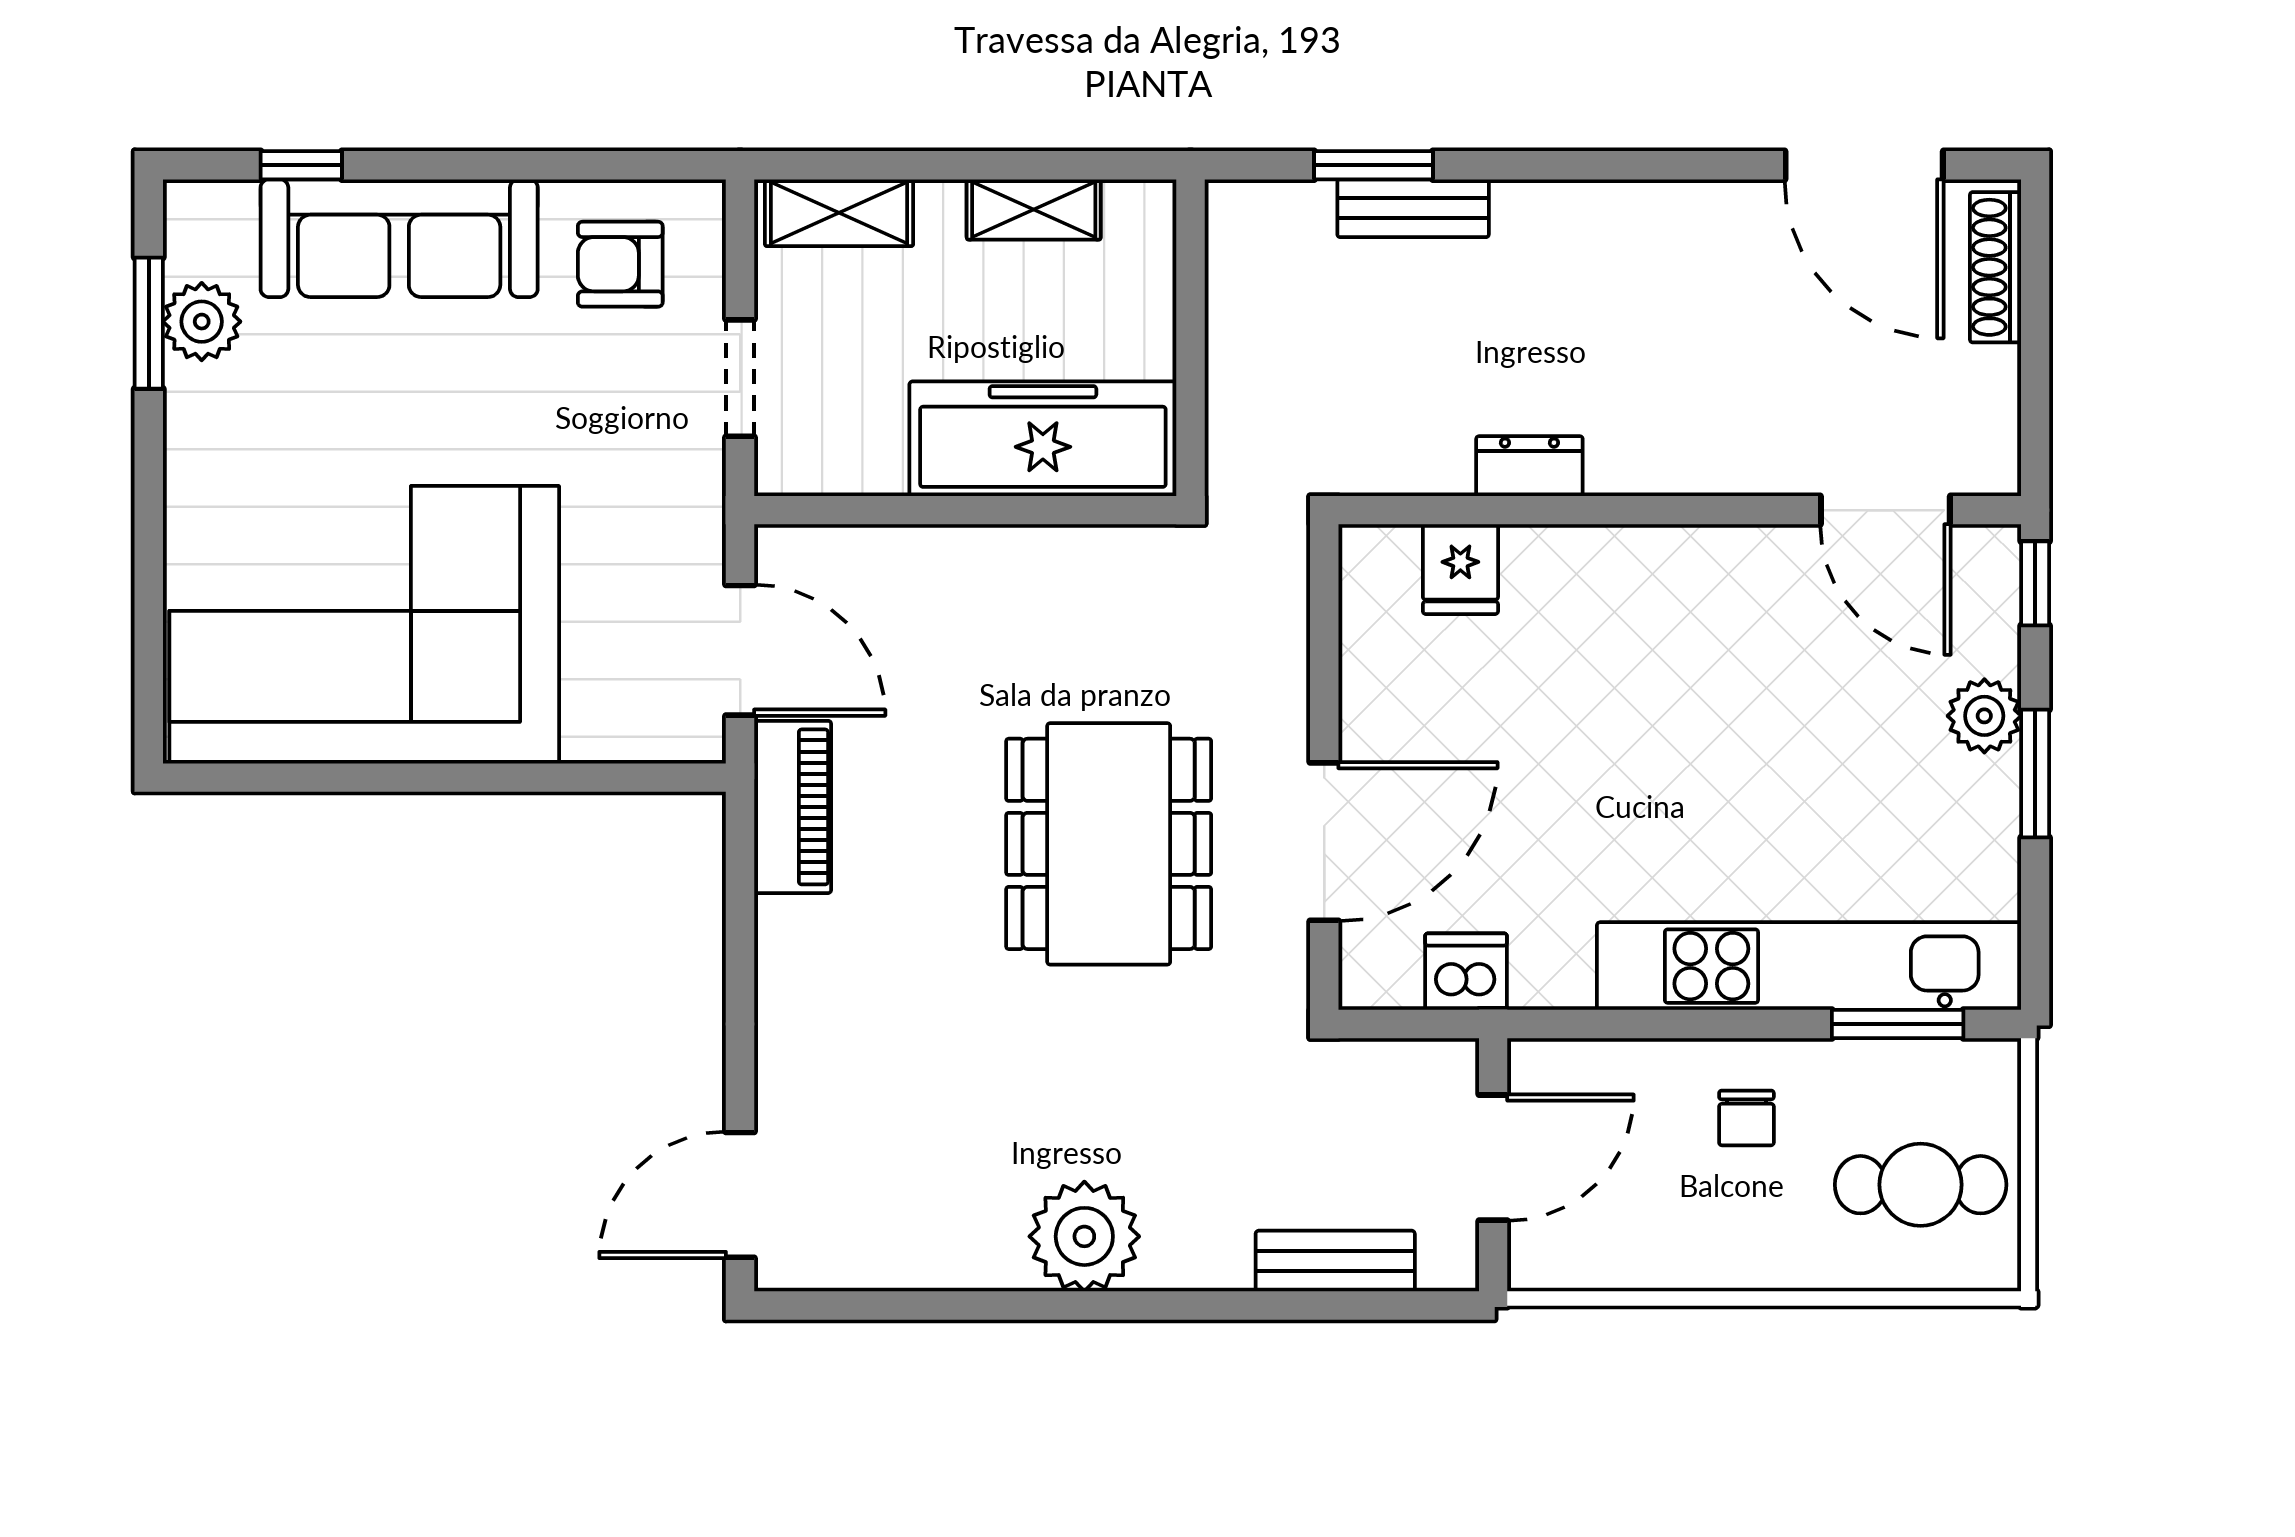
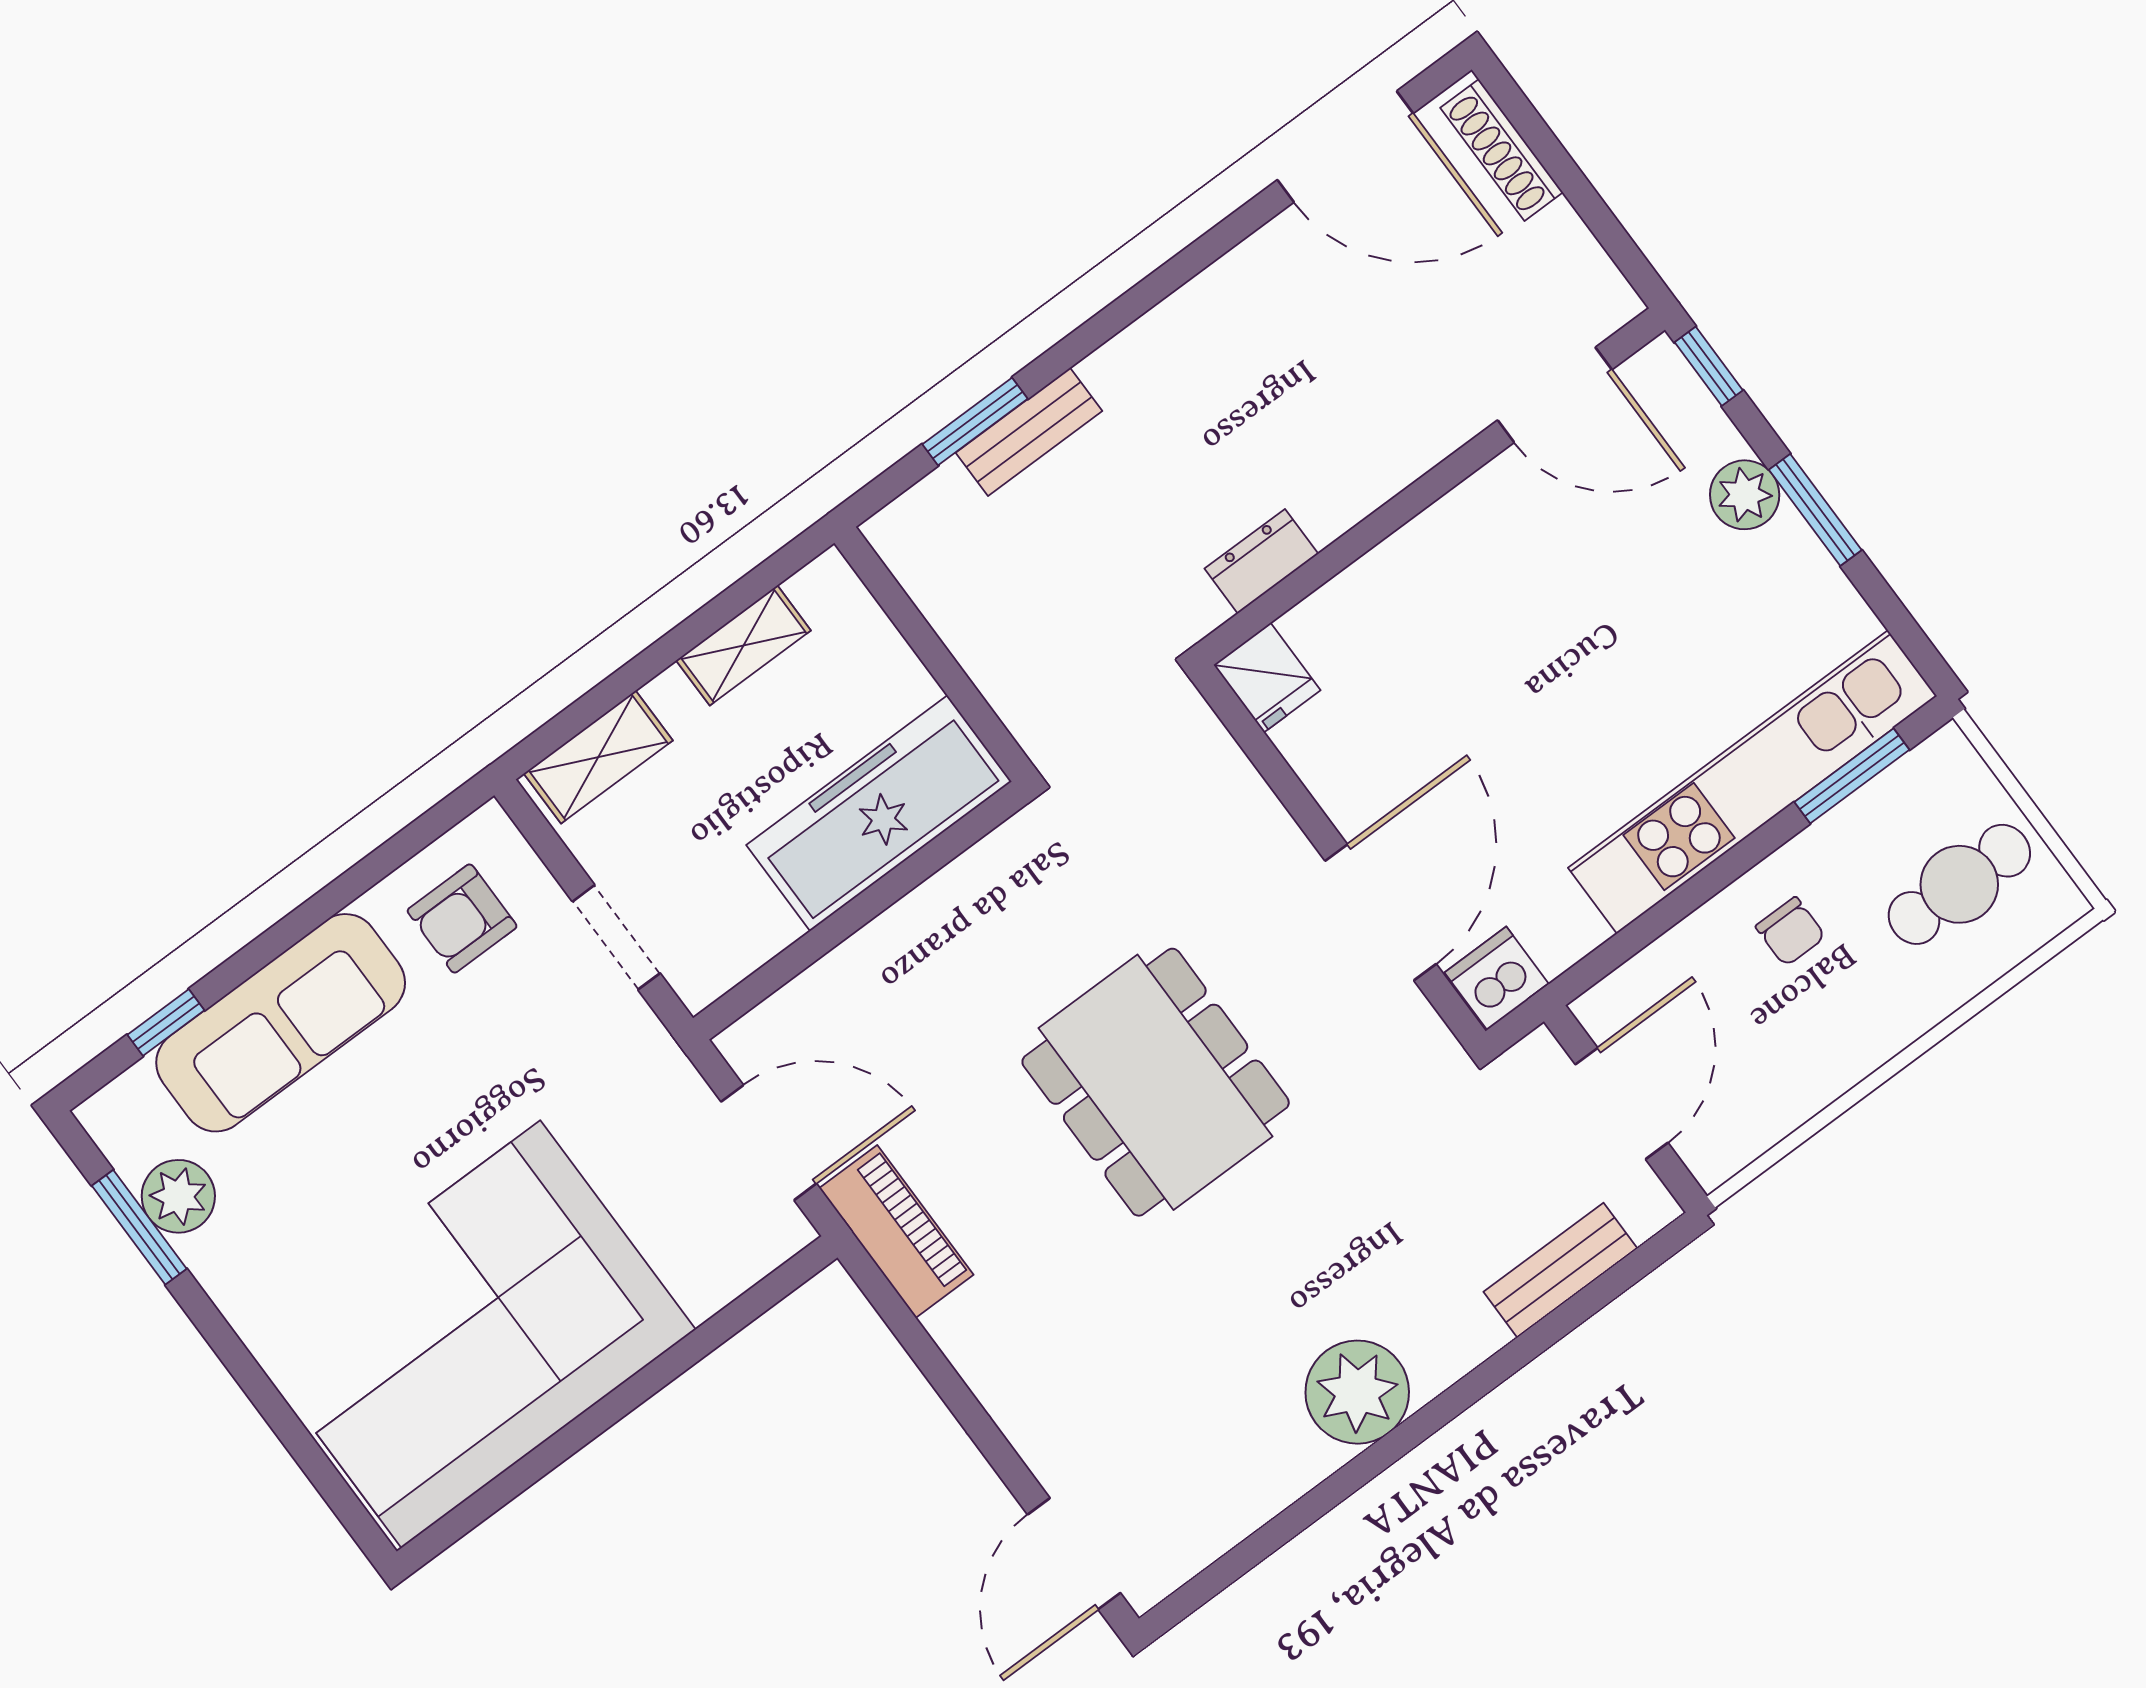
wall: (1324, 767) -> (1339, 856), moved
door: (1324, 842) -> (1381, 912), moved

